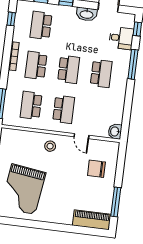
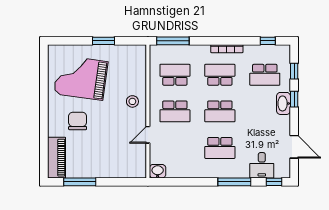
washbasin: (87, 14) -> (283, 103), moved
school desk: (41, 25) -> (265, 75), turned 180
chair: (96, 169) -> (78, 121), moved

